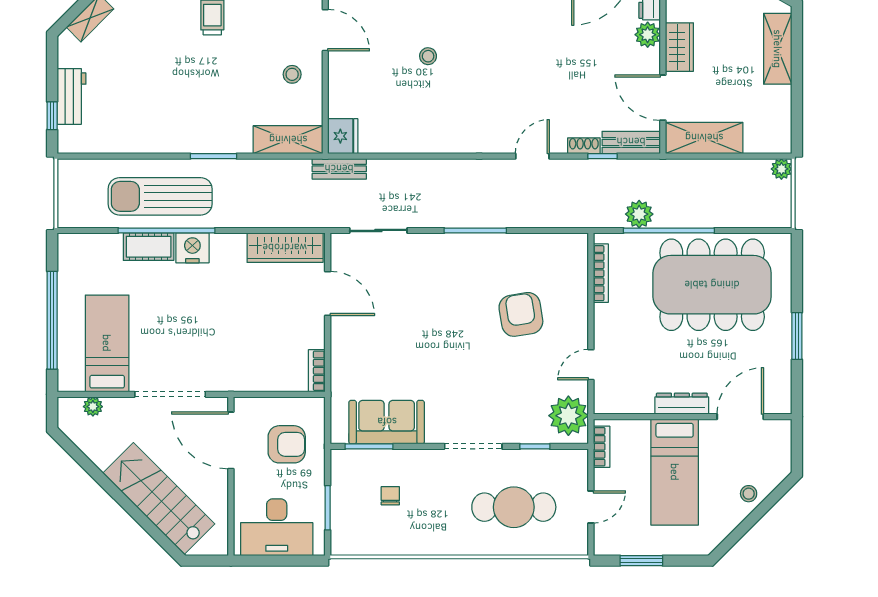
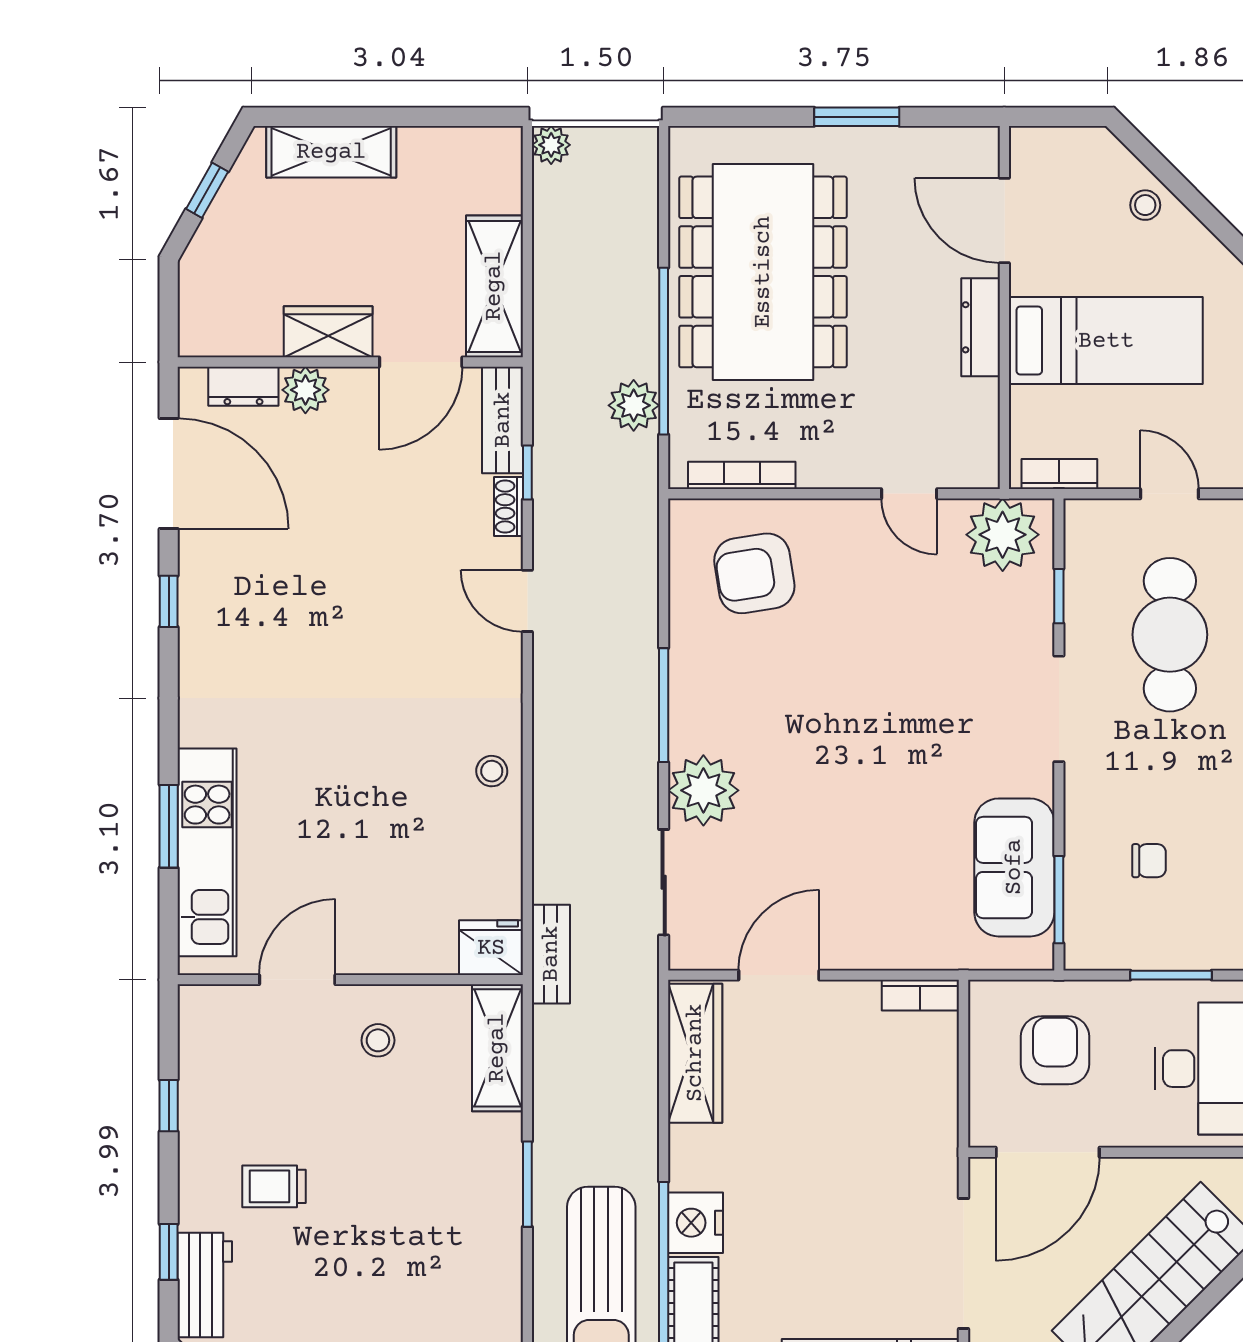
stool: (428, 56) -> (492, 771), moved
plant: (429, 252) -> (703, 790), added
armchair: (521, 314) -> (754, 573), moved
chair: (390, 496) -> (1149, 861), turned 180

